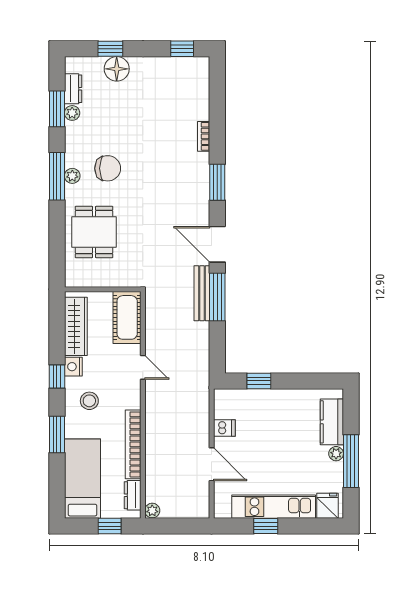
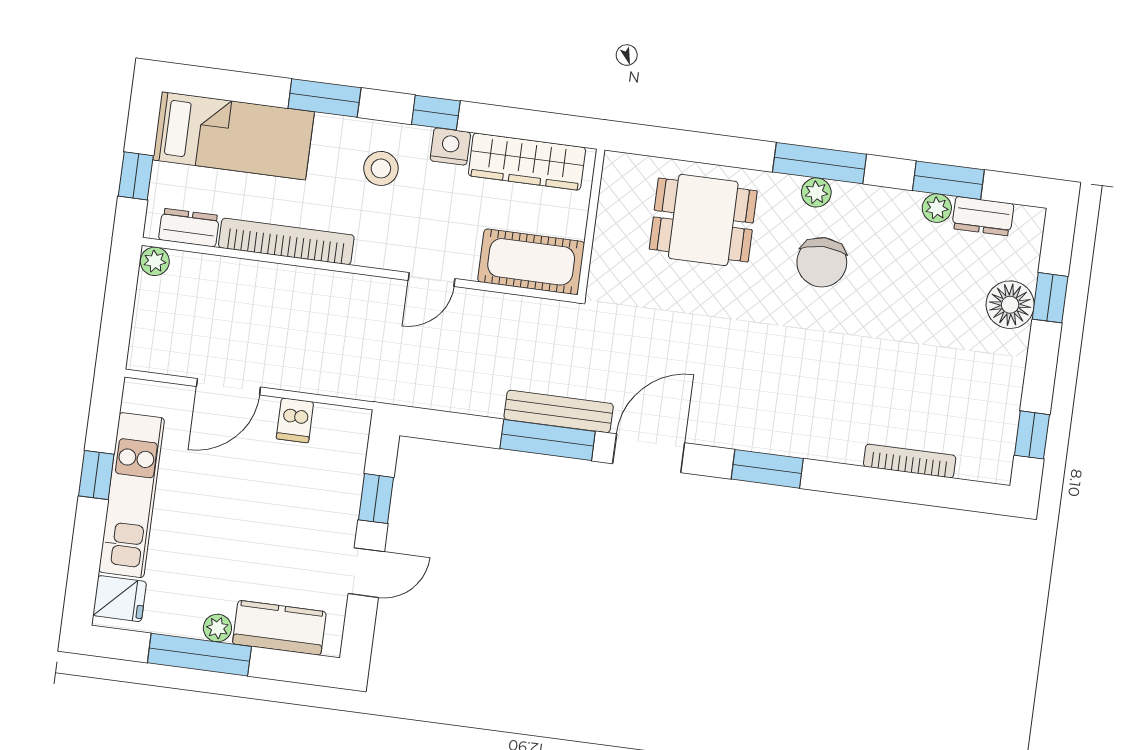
bookcase: (204, 136) -> (910, 461), moved, width x1.56
door: (298, 381) -> (366, 573), added

